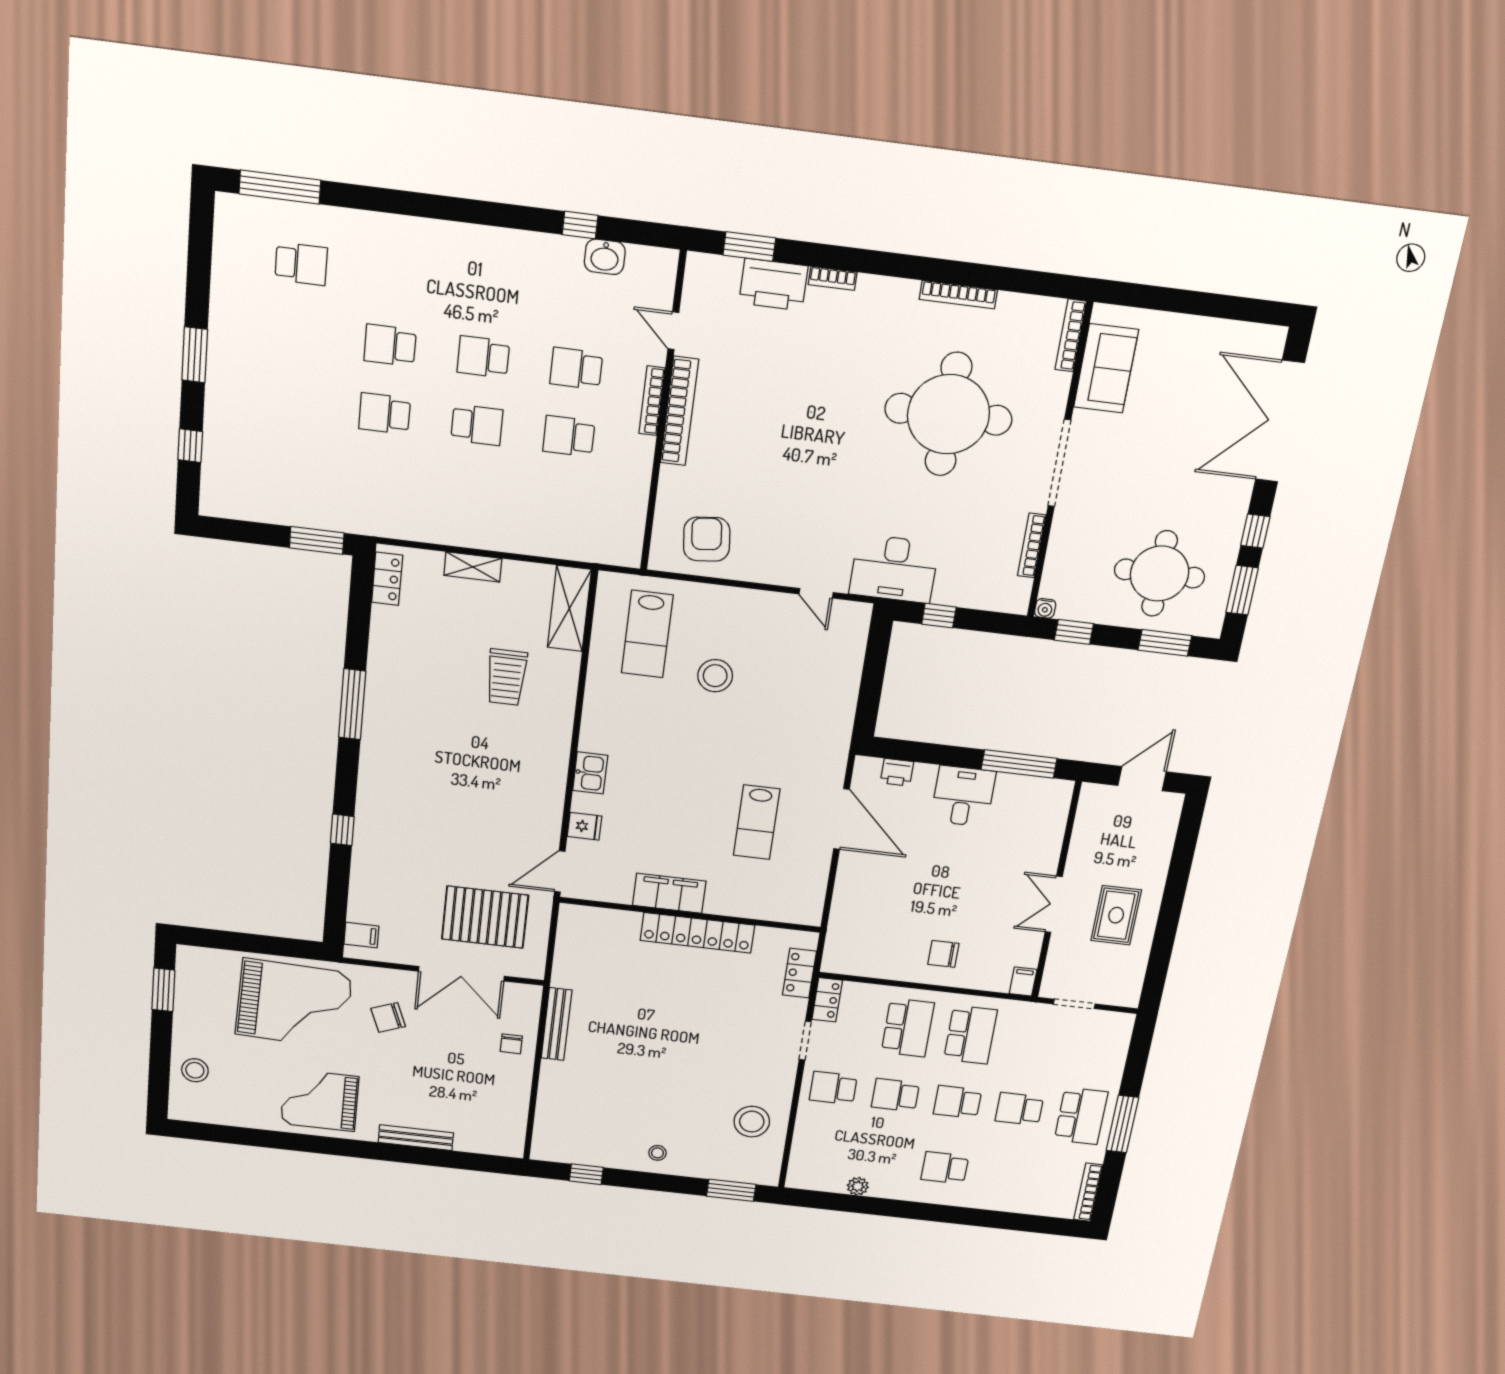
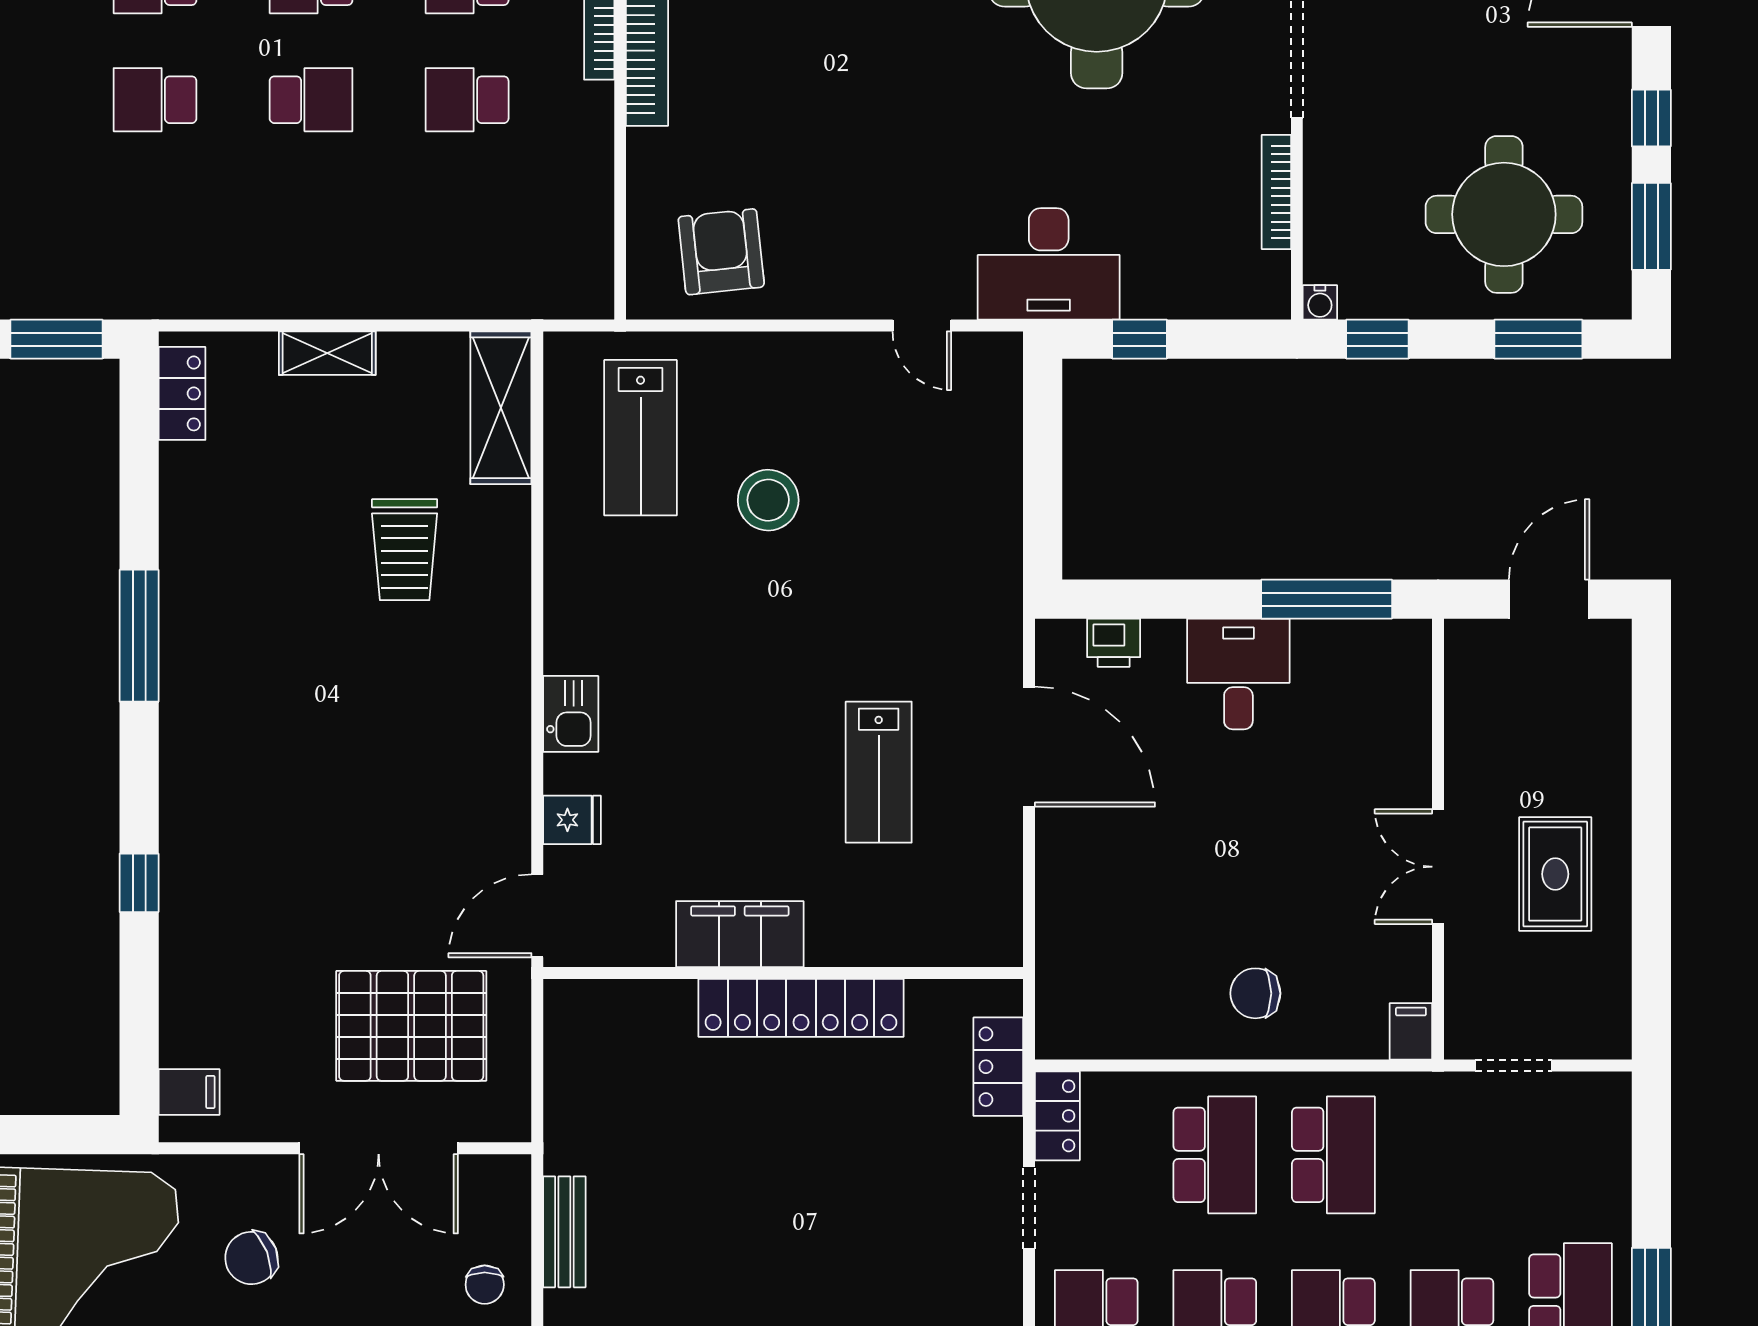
bench: (557, 1024) -> (564, 1232), width x0.73

